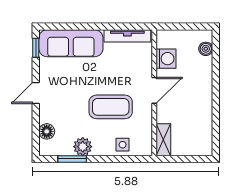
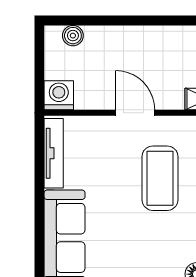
washing machine: (166, 59) -> (59, 95), moved

